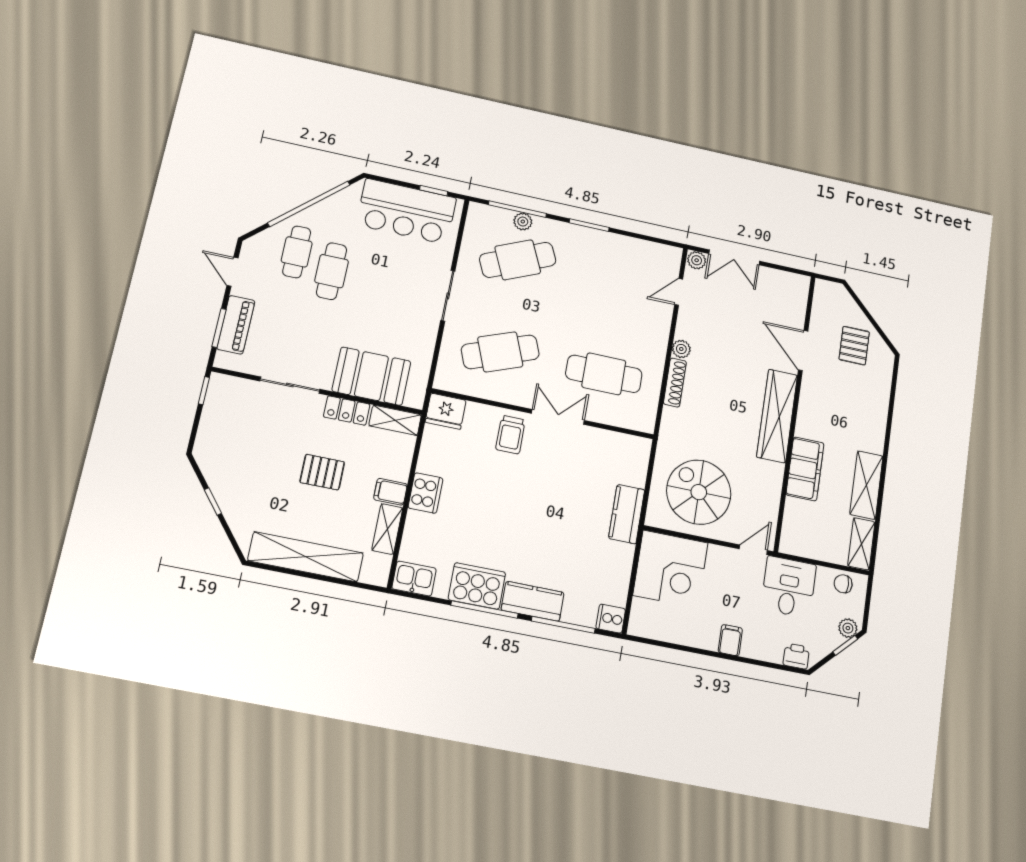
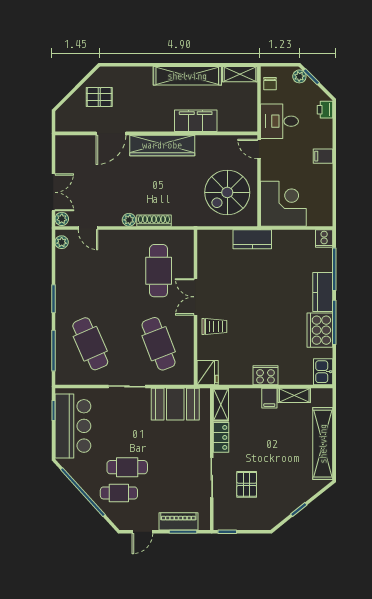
plant: (523, 222) -> (62, 242), moved
booth: (371, 376) -> (175, 404), moved, turned 90
pallet: (322, 472) -> (247, 484), moved
shelving: (866, 485) -> (187, 76), width x1.47

